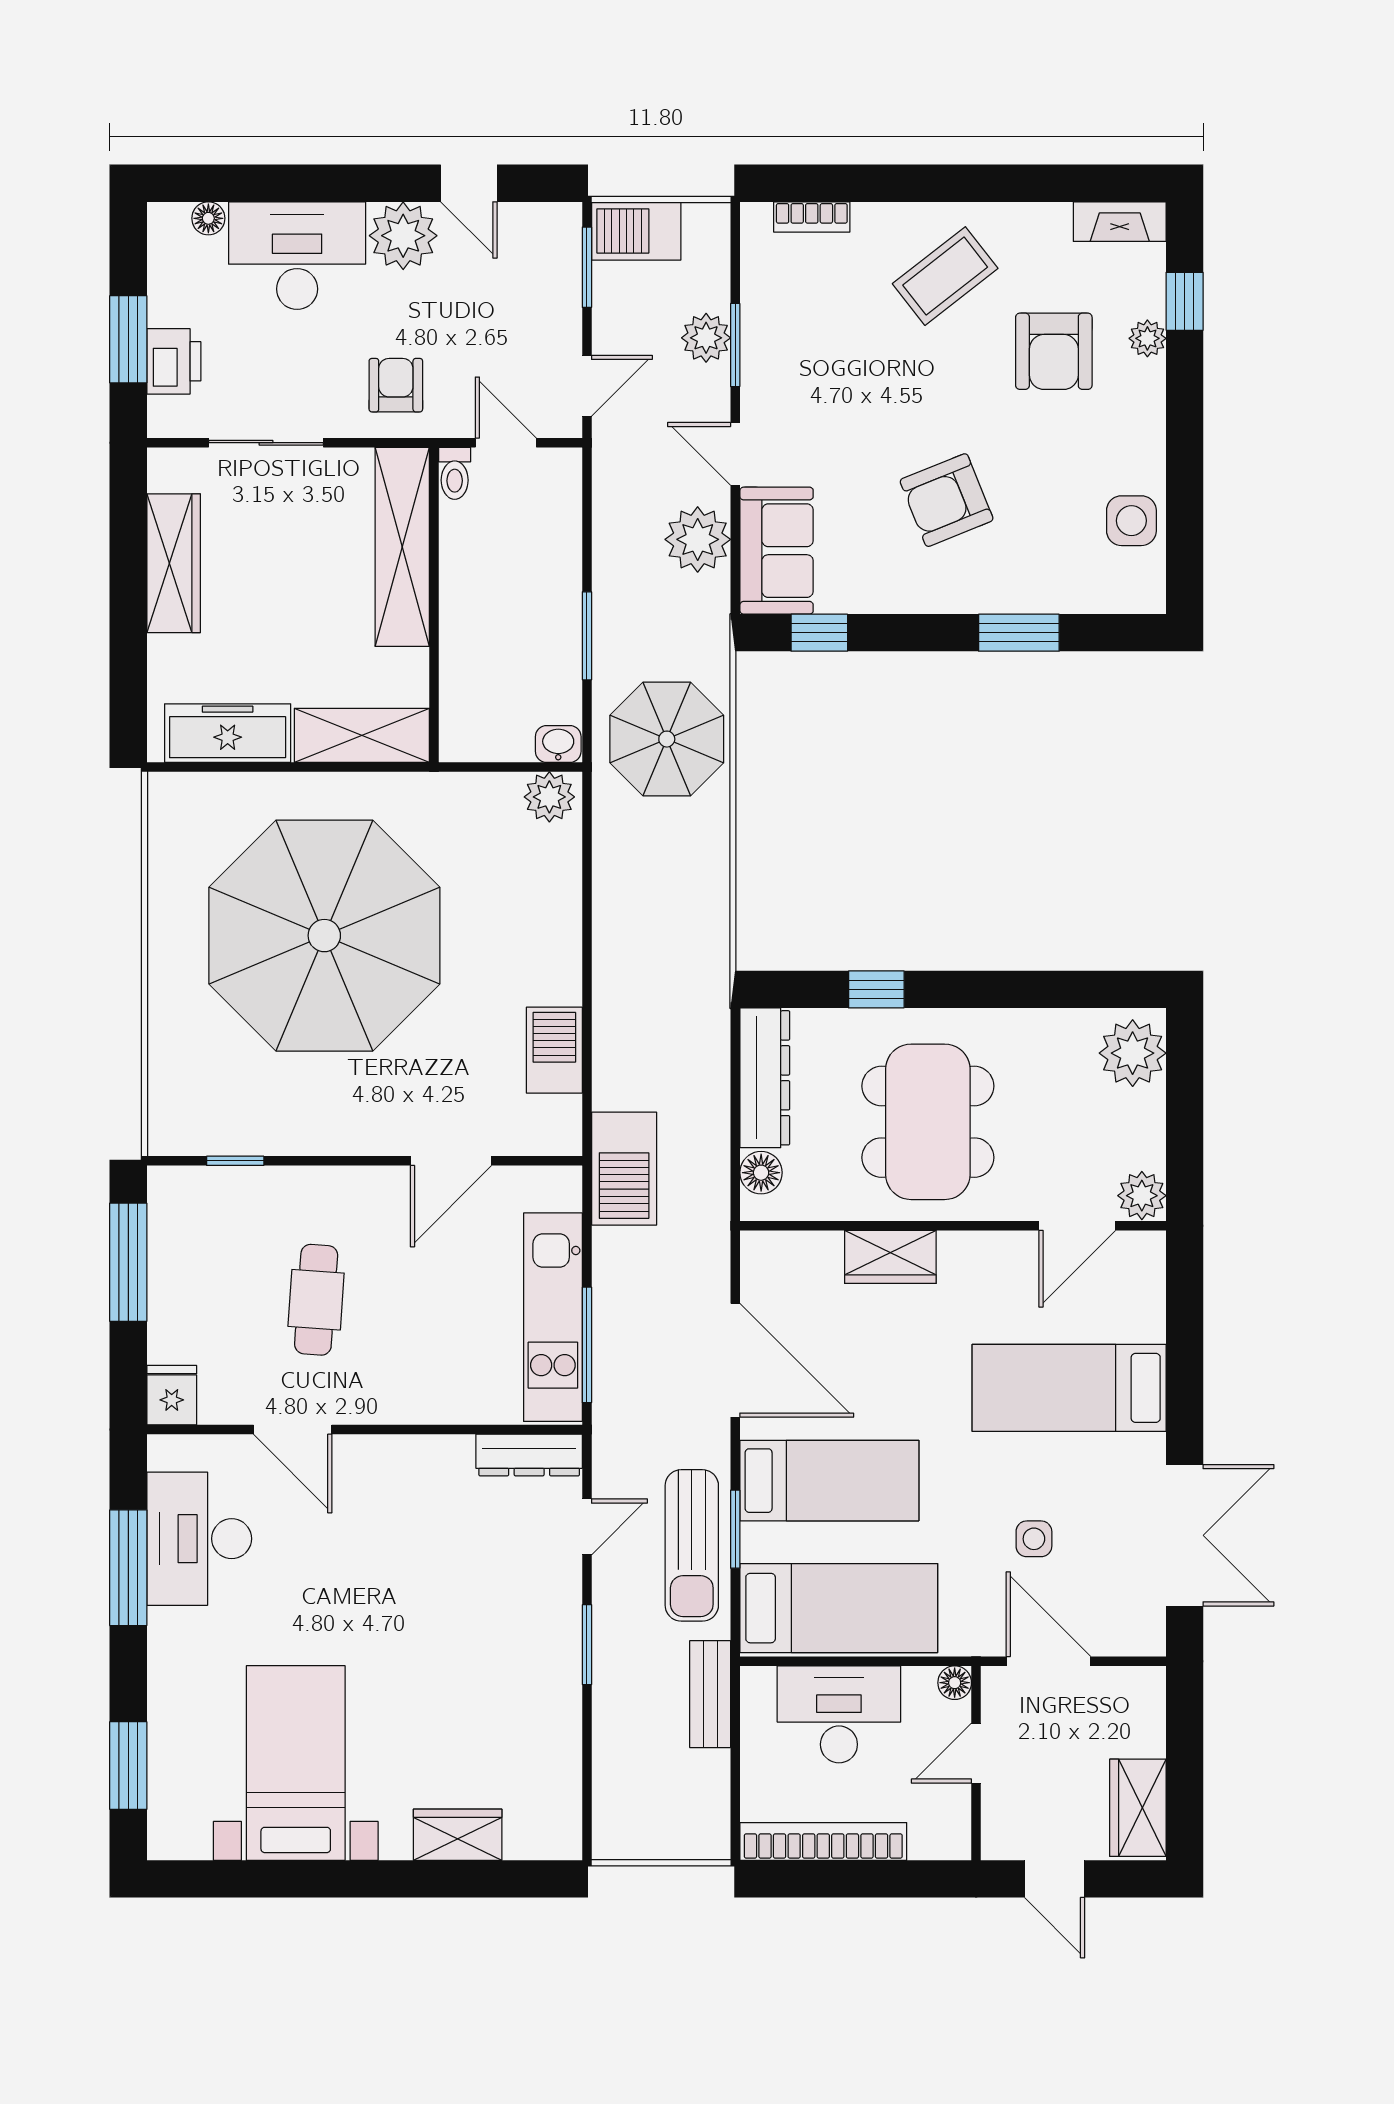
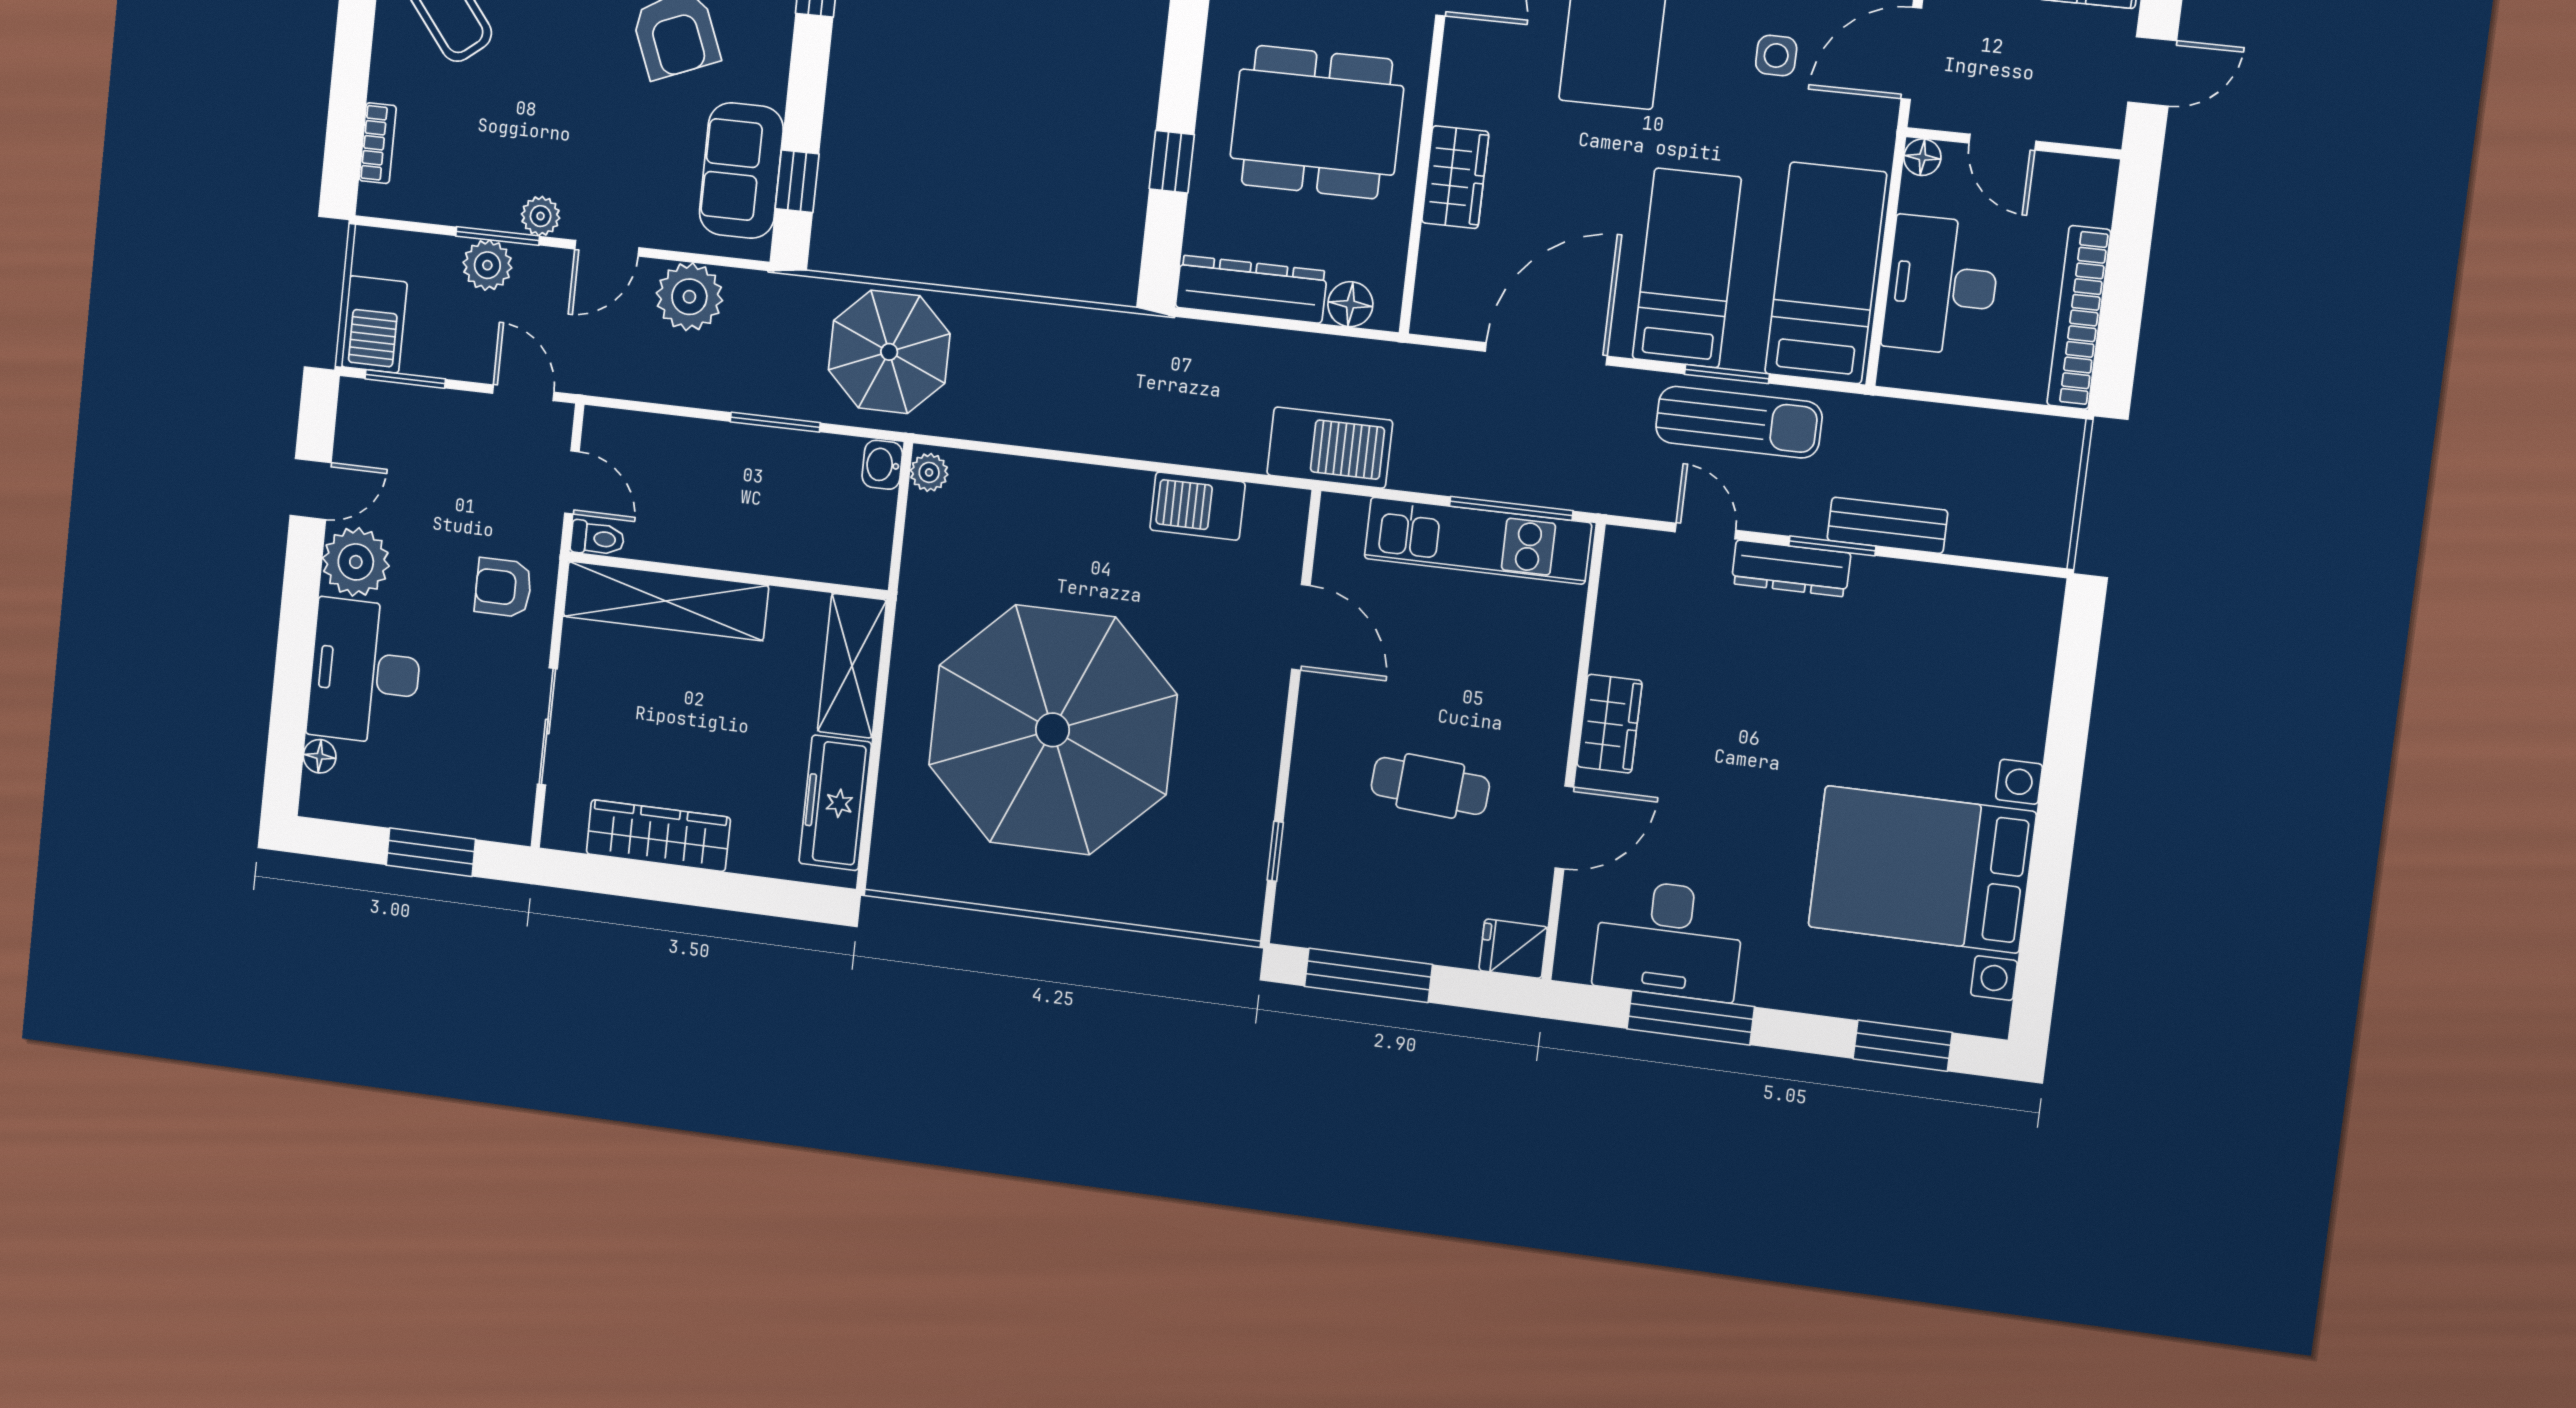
printer: (174, 361) -> (457, 809), removed
plant: (759, 385) -> (541, 216), added
door: (506, 443) -> (572, 482), swing flipped
sofa: (777, 551) -> (741, 171), moved, turned -90
plant: (549, 797) -> (929, 472), width x0.73, depth x0.73
dresser: (529, 1455) -> (1791, 568), moved, turned 90
bench: (710, 1694) -> (1887, 525), moved
bed with nightstands: (296, 1763) -> (1922, 869), width x1.36
wardrobe: (458, 1835) -> (1610, 724), moved, turned 180

